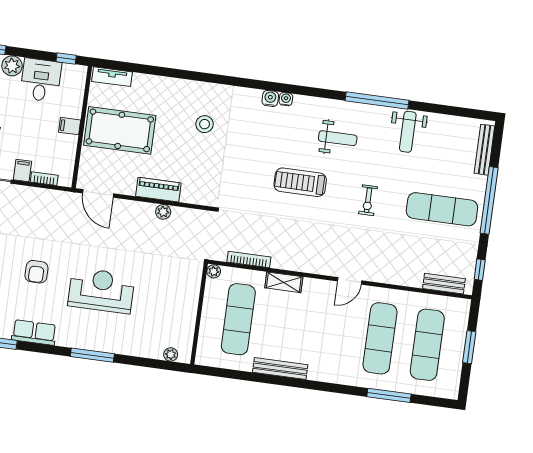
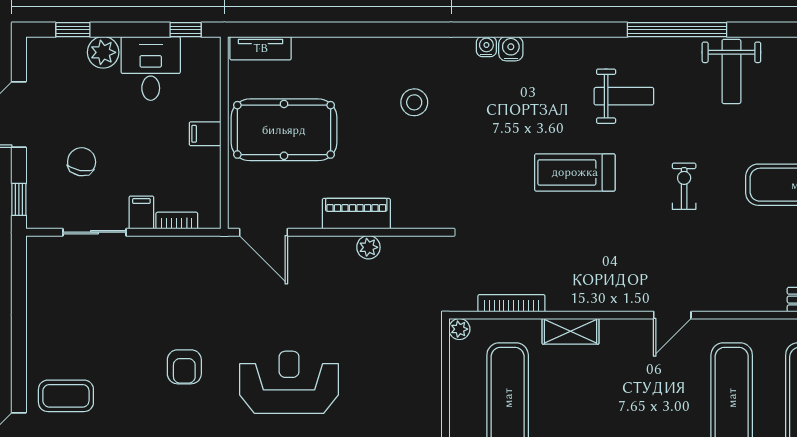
water cooler: (286, 99) -> (486, 47), moved
exercise bike: (368, 200) -> (684, 186), turned 180

